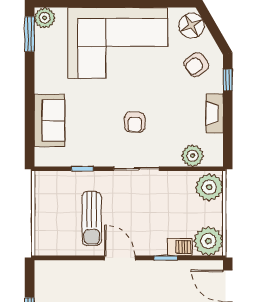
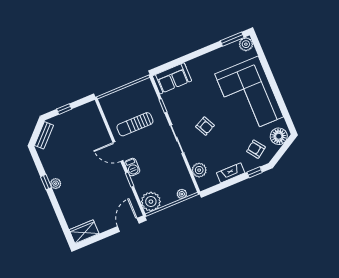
sofa: (49, 120) -> (172, 78), moved
armchair: (135, 122) -> (205, 126), turned -116
plant: (209, 187) -> (182, 194), width x0.53, depth x0.53
barbecue: (180, 247) -> (132, 167), moved
door: (120, 258) -> (118, 152), swing flipped

